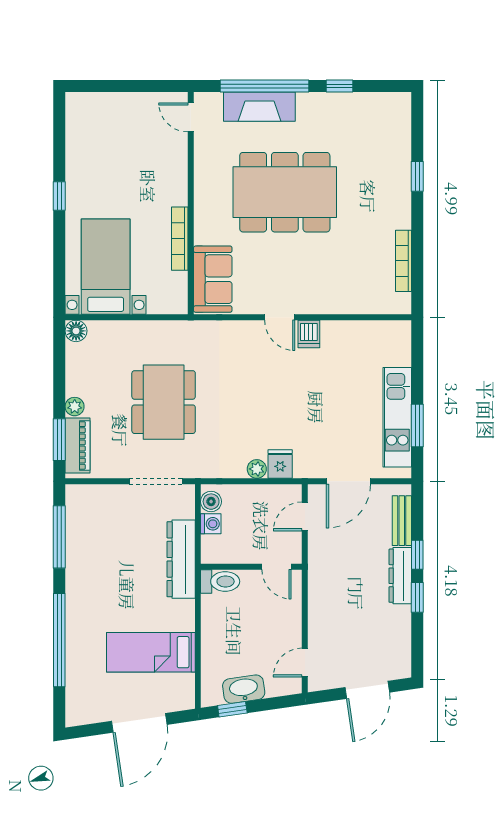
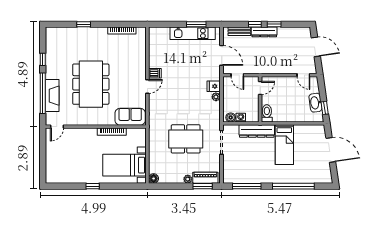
bed: (151, 652) -> (284, 145), moved

